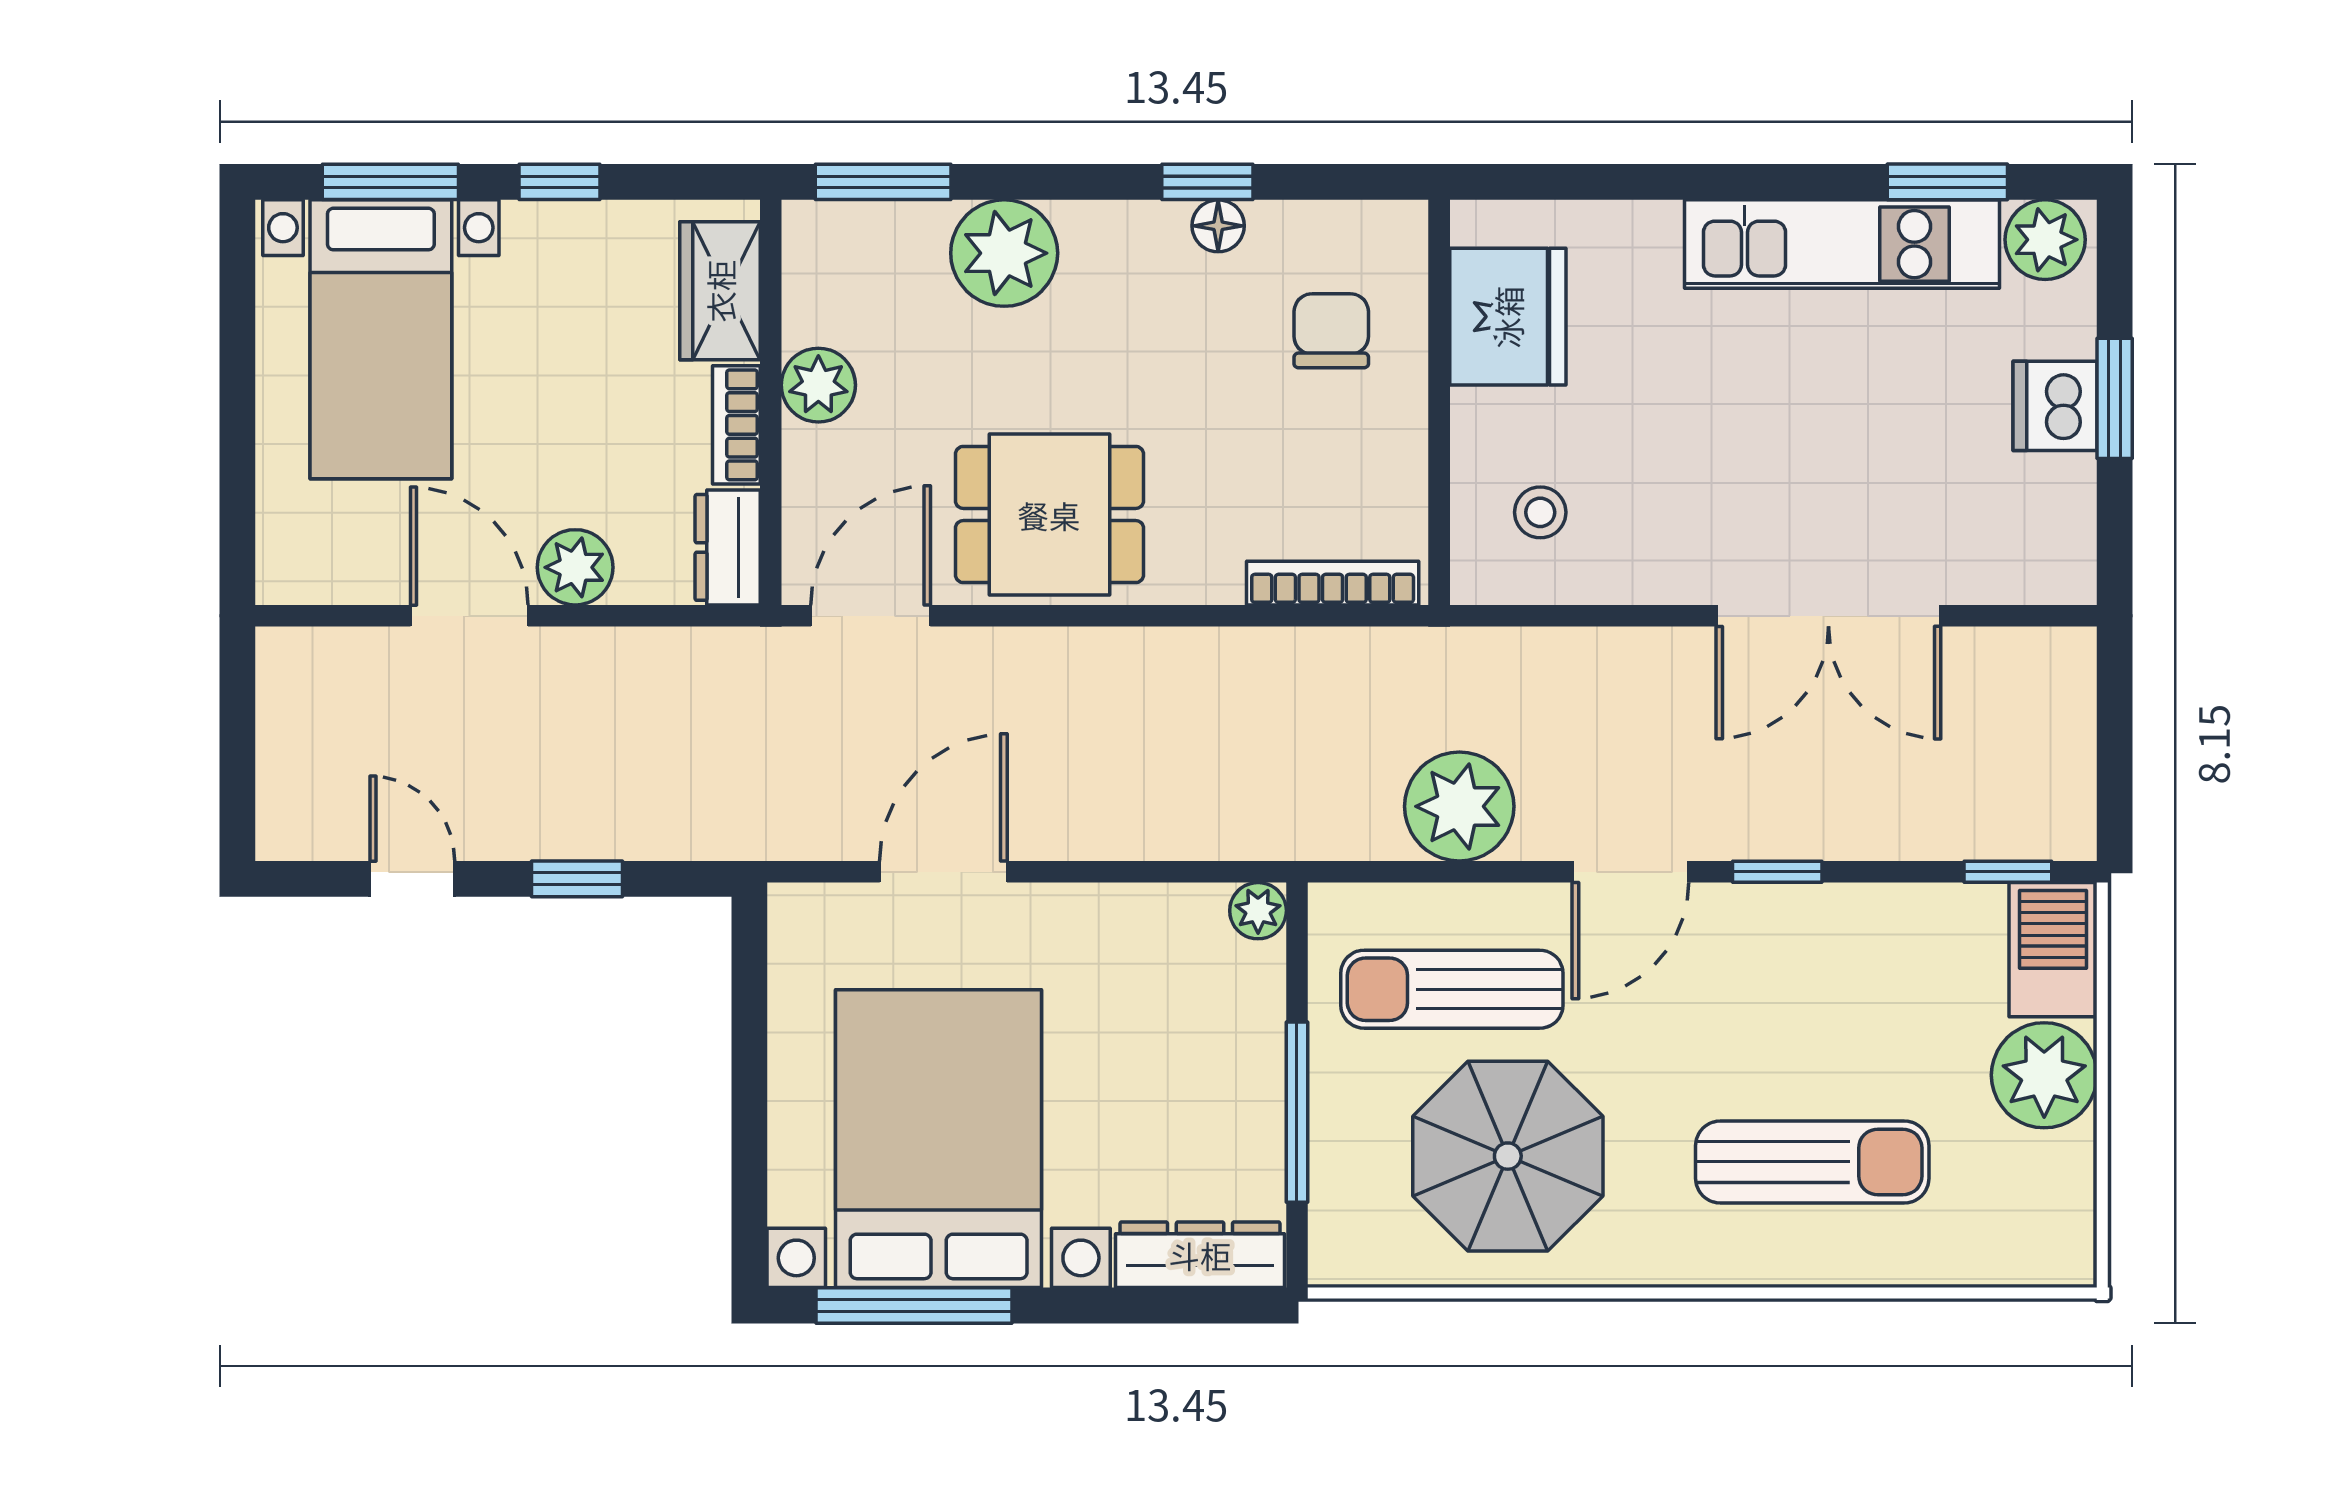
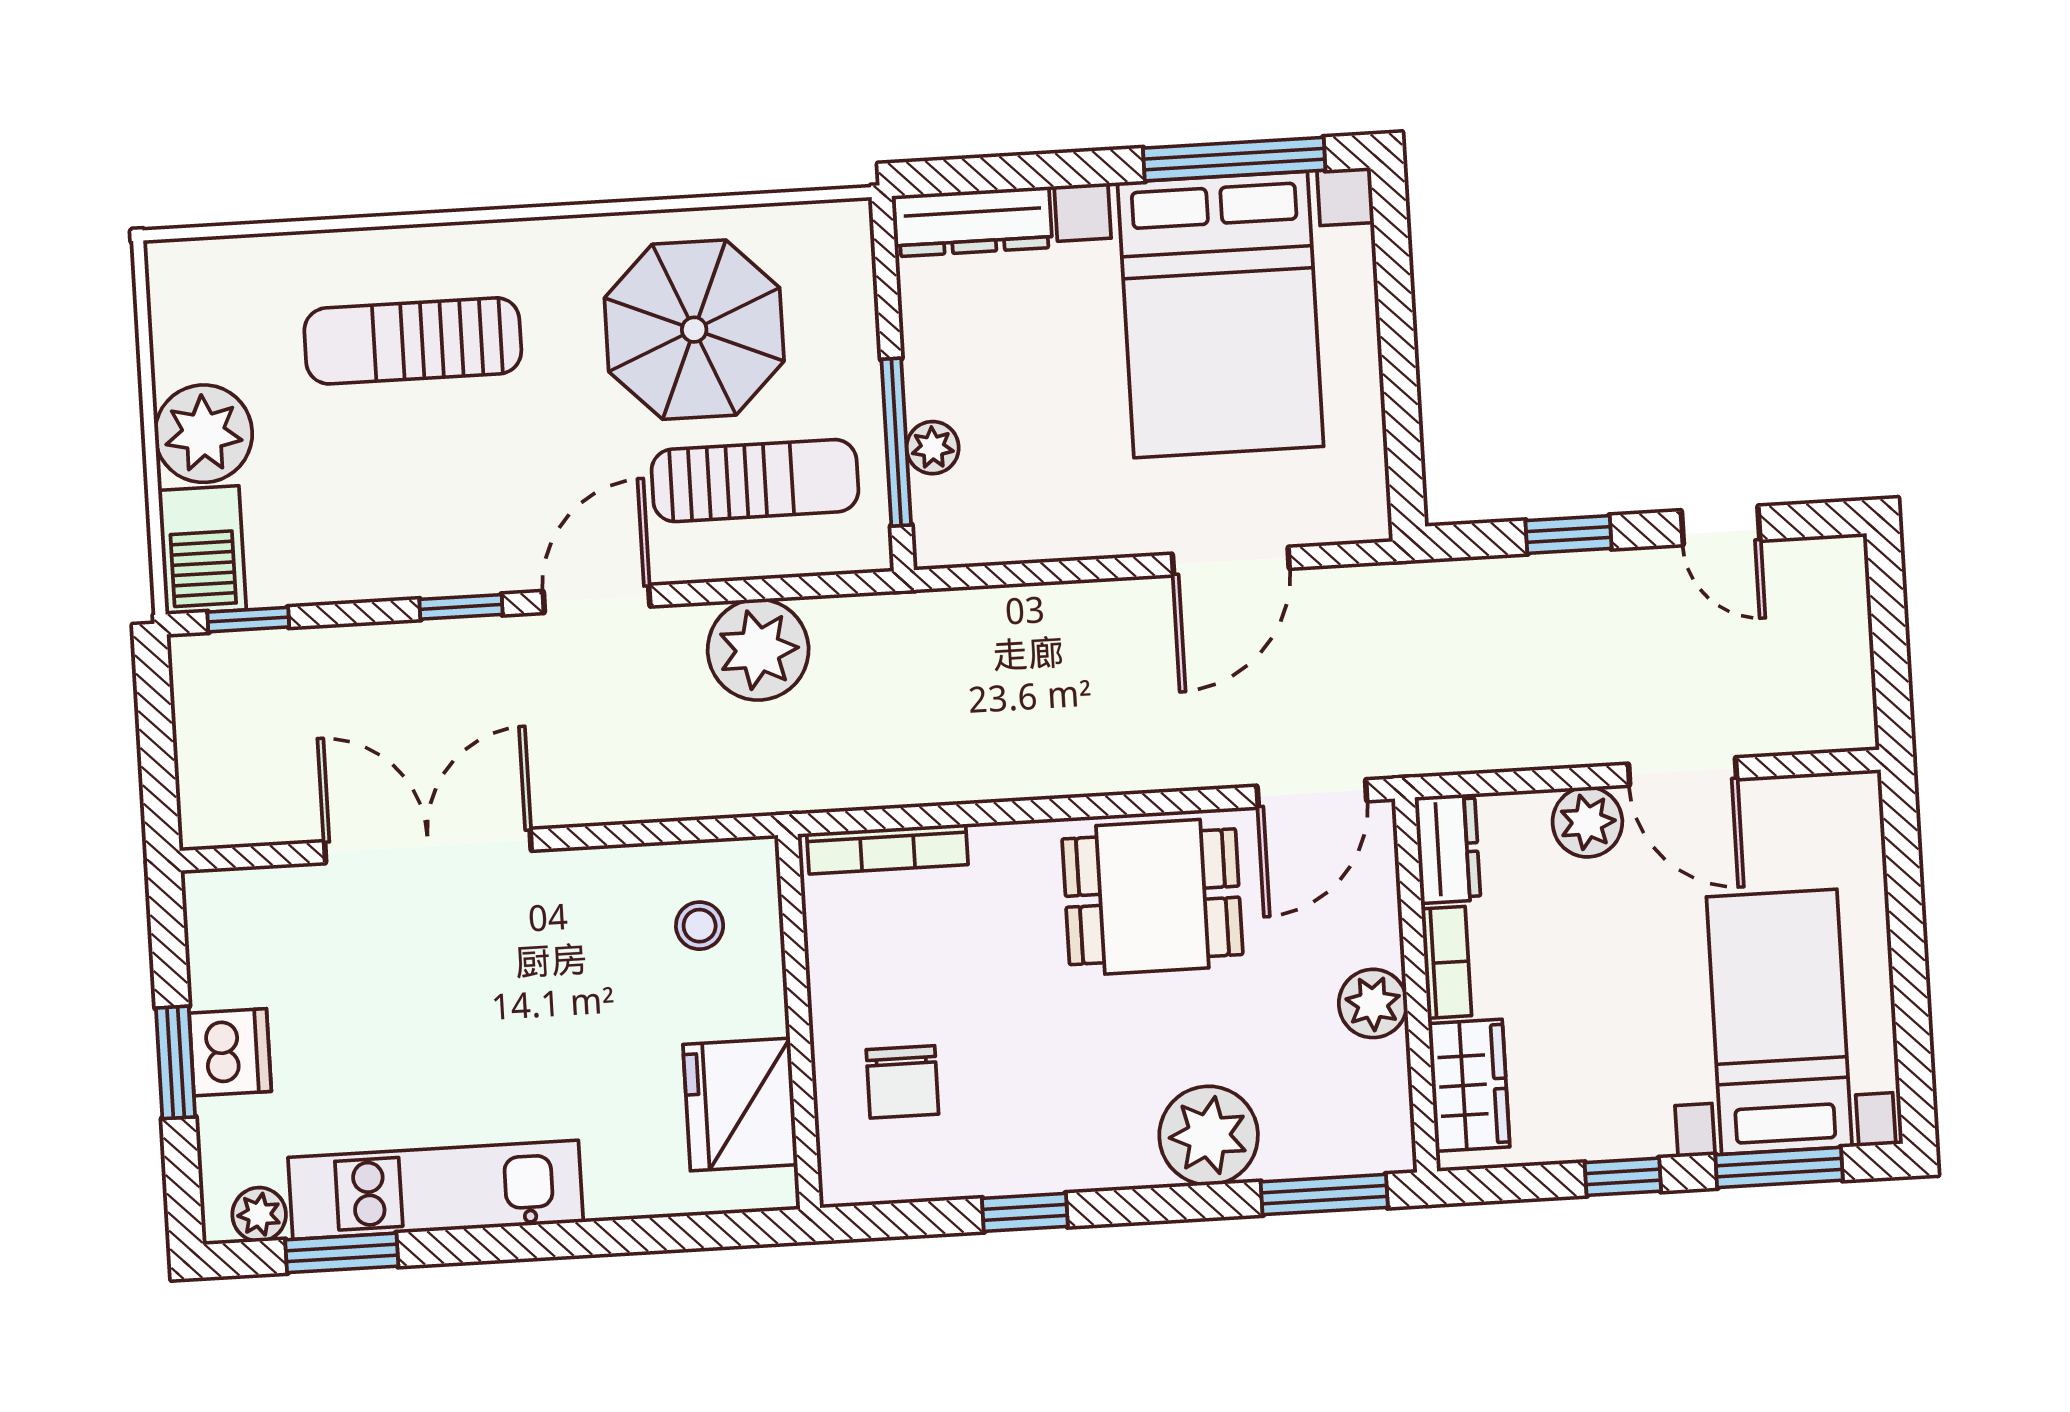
floor lamp: (1218, 226) -> (1013, 1172), removed
plant: (2045, 240) -> (259, 1214), width x0.73, depth x0.73
plant: (1258, 911) -> (933, 448), moved
window: (1297, 1112) -> (896, 442), moved

